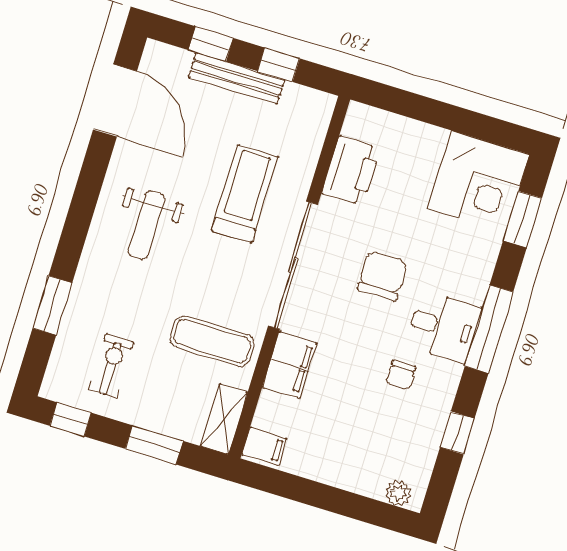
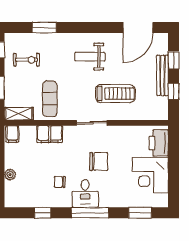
printer: (351, 171) -> (159, 143), moved, turned 90
corner desk: (479, 181) -> (150, 175), moved
sliding door: (293, 265) -> (92, 123), width x0.54
plant: (398, 493) -> (10, 175), moved

